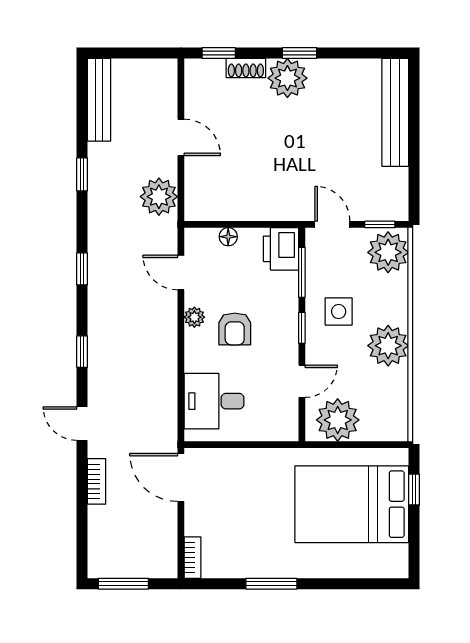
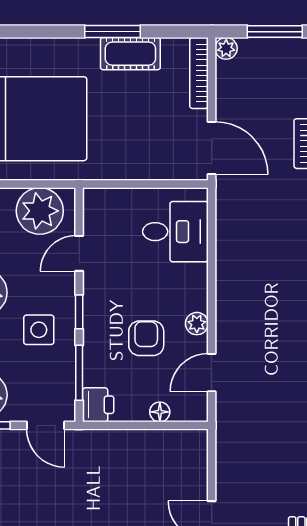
plant: (159, 197) -> (226, 48), moved, width x0.53, depth x0.53
printer: (281, 249) -> (98, 405), width x0.73, depth x0.81
door: (181, 272) -> (212, 373), swing flipped
armchair: (235, 329) -> (146, 338), moved
bookcase: (192, 558) -> (199, 73), width x1.56
cot: (255, 564) -> (130, 54), added

